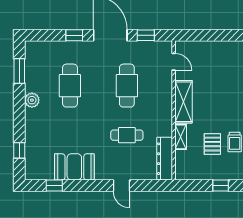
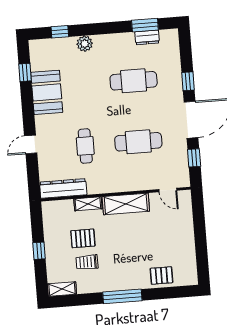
door: (174, 62) -> (168, 190), hinge flipped
dresser: (31, 70) -> (147, 37), added
plant: (32, 100) -> (85, 44), moved

